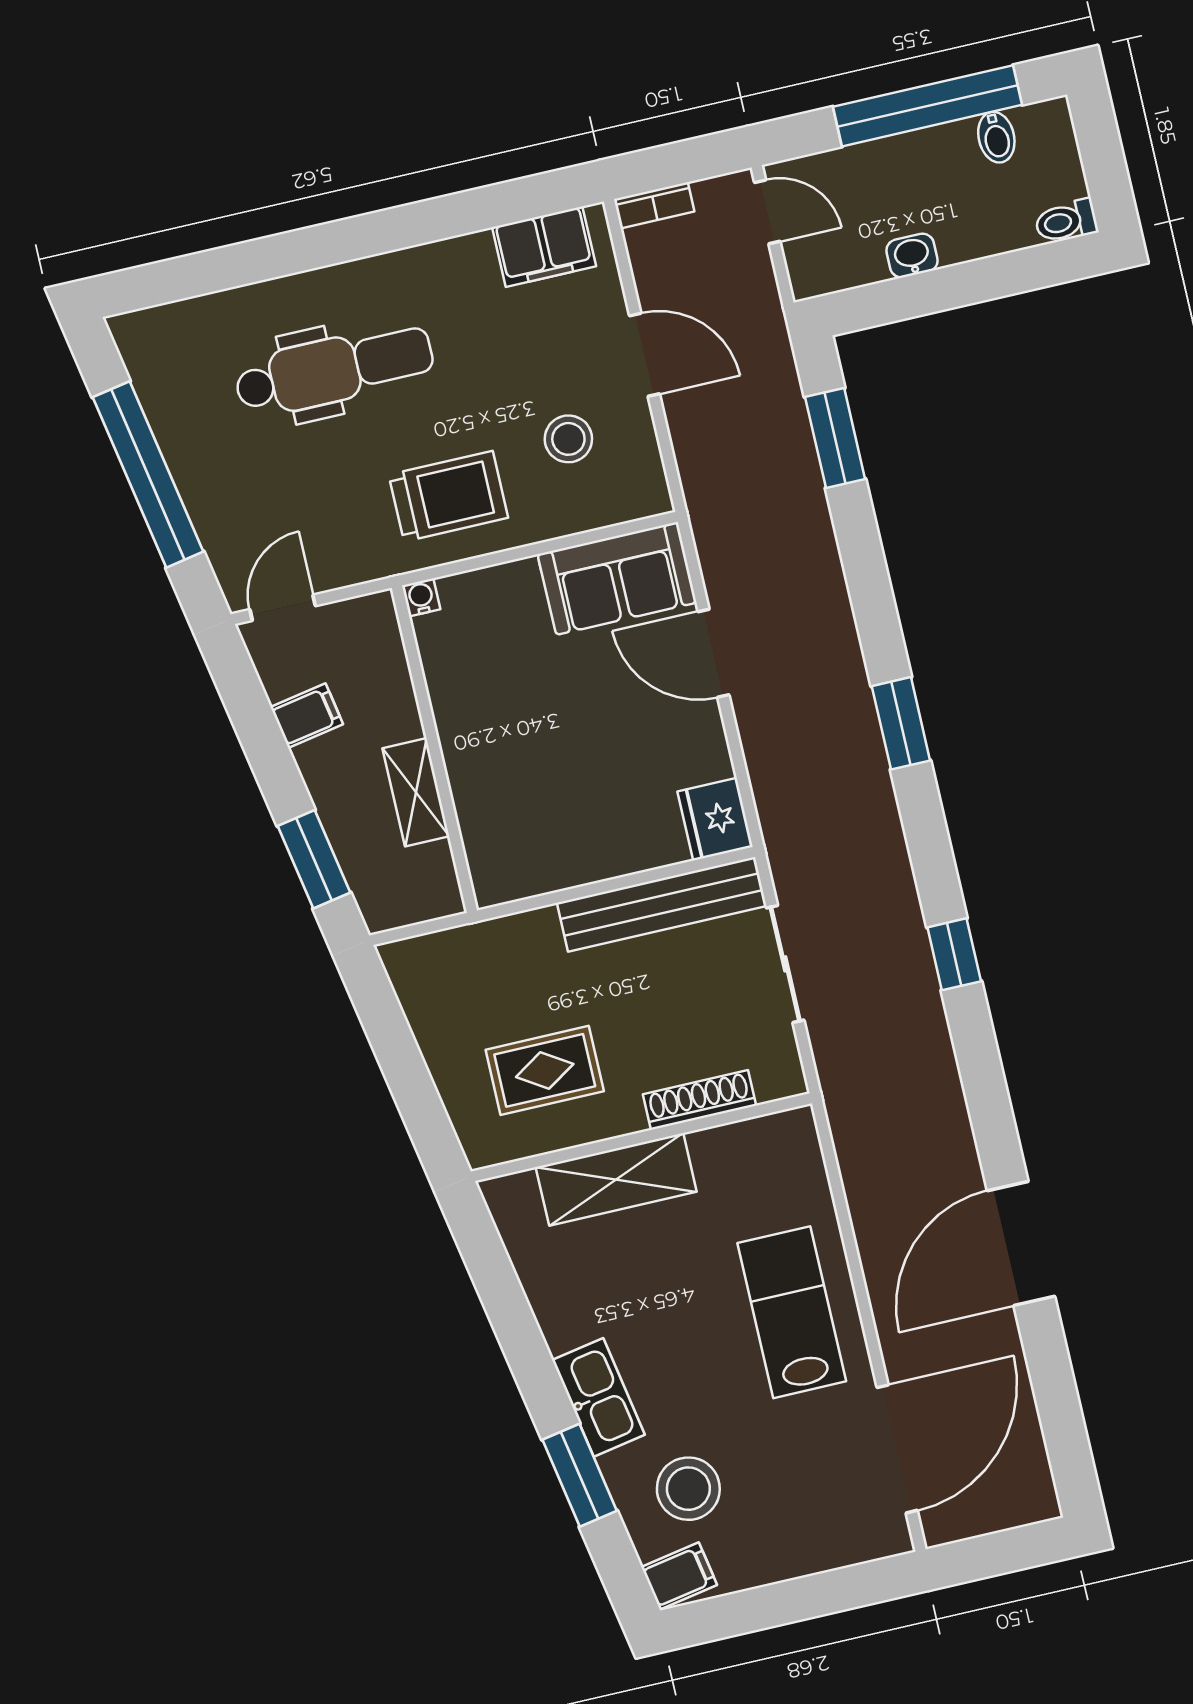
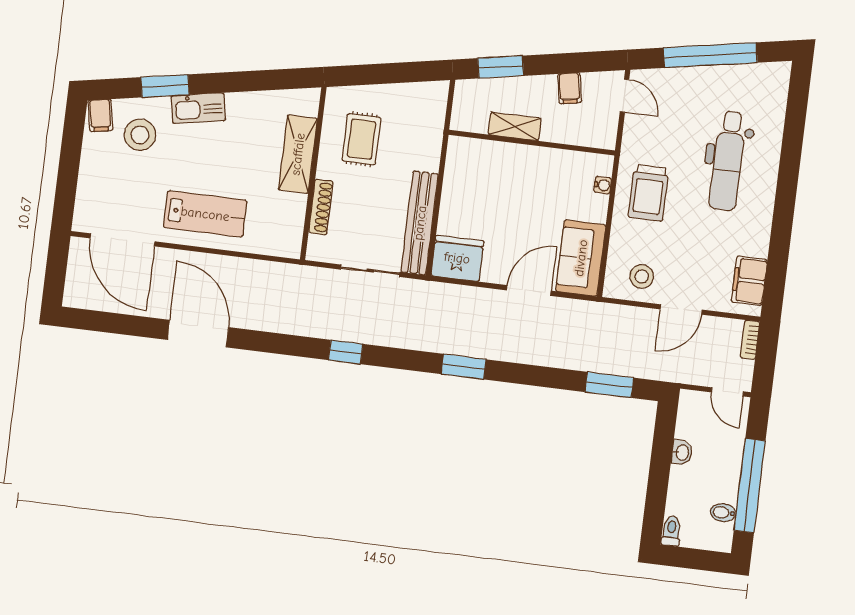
door: (767, 212) -> (727, 392), hinge flipped
stool: (568, 439) -> (642, 276), moved
water cooler: (421, 597) -> (603, 185), moved
fridge: (715, 819) -> (457, 258), width x1.36, depth x1.34

